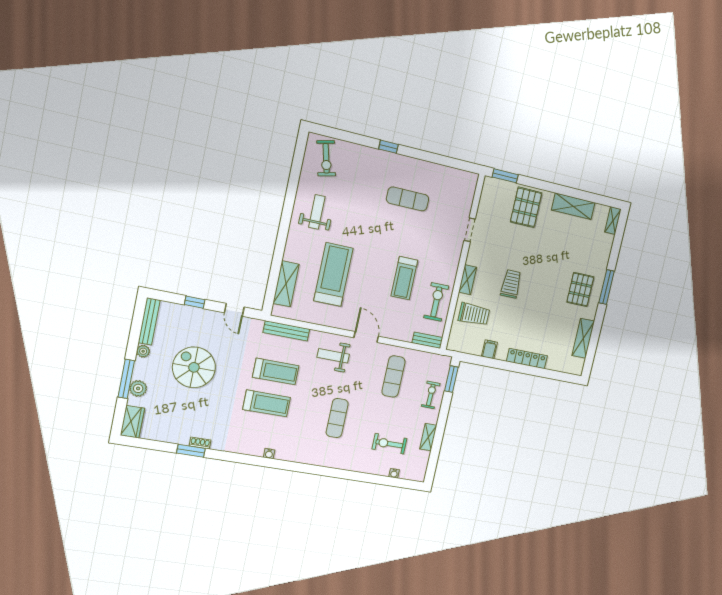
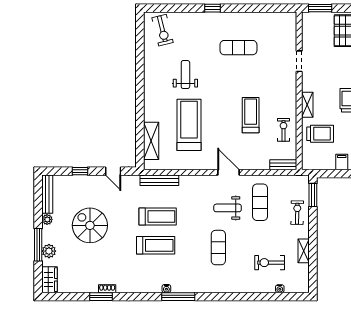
weight bench: (317, 212) -> (185, 75), moved
treadmill: (404, 278) -> (251, 115), turned 180
exercise bike: (436, 302) -> (284, 130), width x0.73, depth x0.72
weight bench: (333, 356) -> (228, 208), moved
window: (281, 465) -> (178, 297), added

